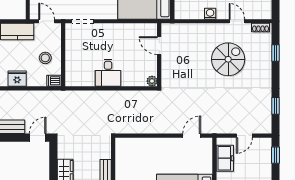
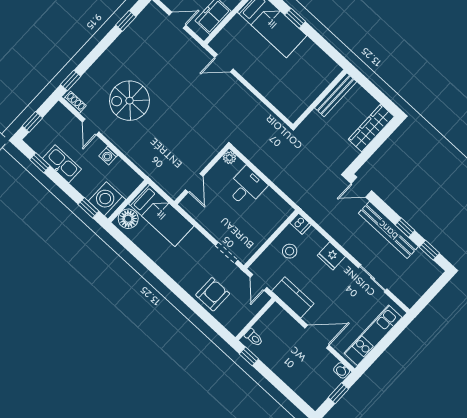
door: (159, 46) -> (194, 183), moved
window: (276, 53) -> (71, 80), moved
wall: (159, 55) -> (202, 175), moved
plant: (152, 81) -> (229, 158), moved

